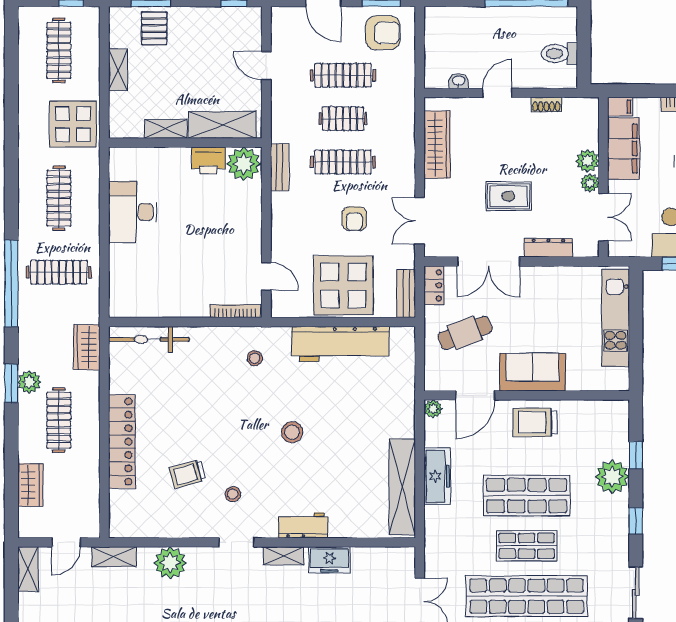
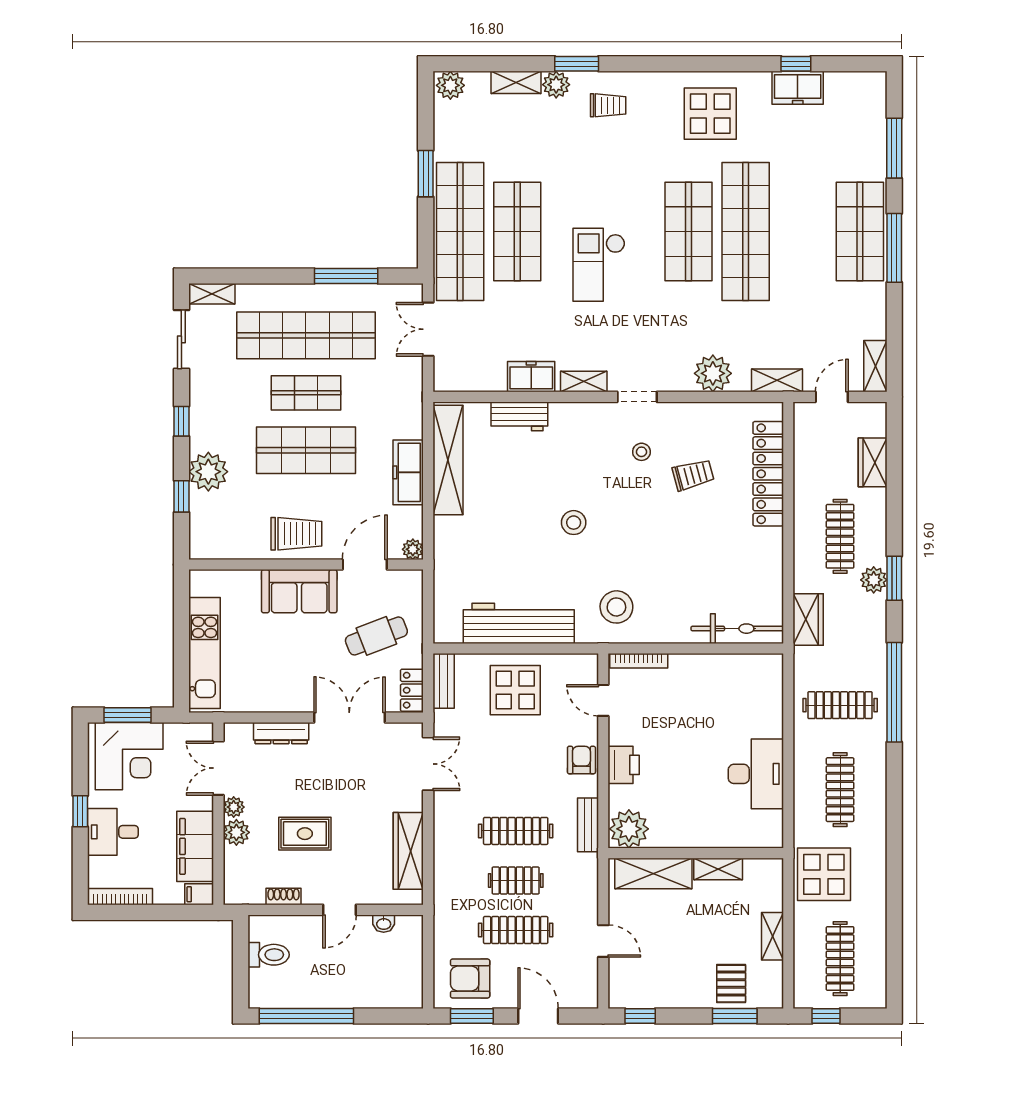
printer: (209, 161) -> (624, 765), moved, turned 90
rug: (508, 196) -> (305, 834), moved
armchair: (354, 219) -> (581, 760), moved
display table: (343, 285) -> (515, 690), width x0.73, depth x0.73
stool: (255, 358) -> (616, 607), width x1.89, depth x1.89
locker: (122, 442) -> (768, 474), moved
workbench: (303, 525) -> (519, 416), moved

